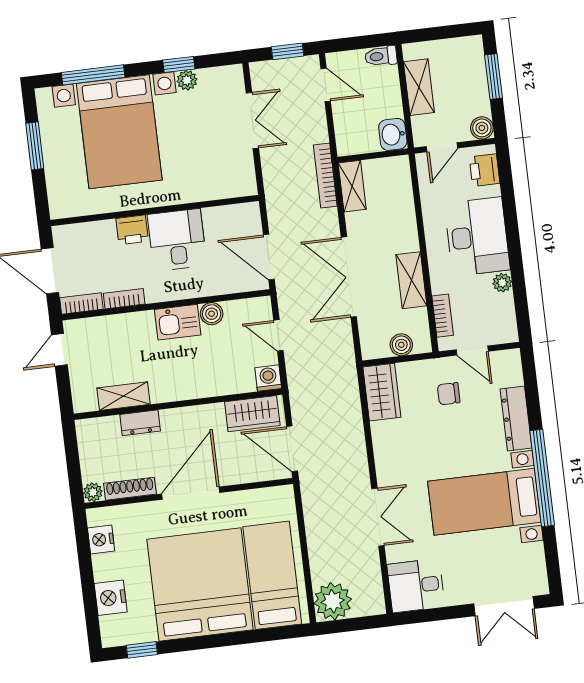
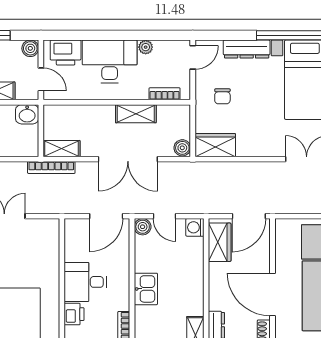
printer: (485, 170) -> (66, 53), width x1.36, depth x1.24
boiler: (212, 314) -> (143, 227), moved
door: (278, 335) -> (164, 216), hinge flipped
boiler: (401, 345) -> (182, 148), moved
door: (472, 350) -> (193, 57), moved

